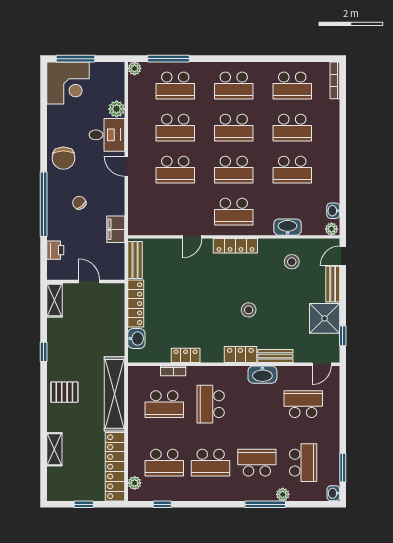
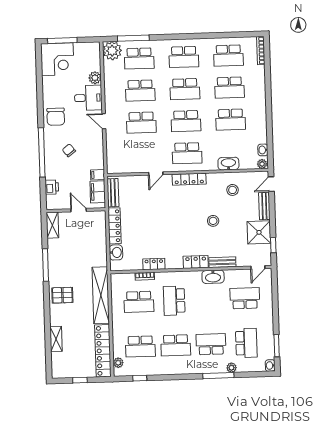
plant: (134, 68) -> (112, 51), width x1.87, depth x1.87
filing cabinet: (116, 229) -> (98, 175), width x0.50
filing cabinet: (115, 258) -> (98, 192), added
stool: (249, 310) -> (213, 221), moved
window: (44, 352) -> (45, 265), width x2.17

